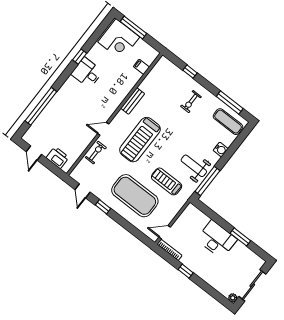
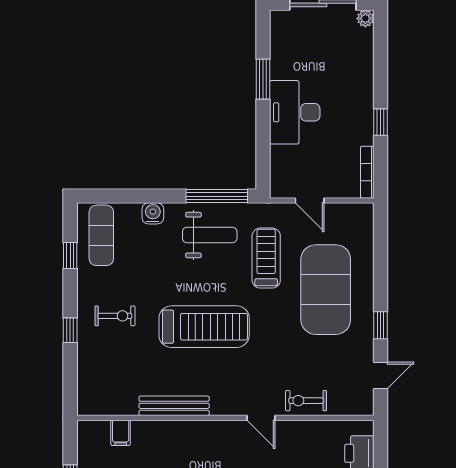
window: (190, 72) -> (70, 330), moved
bench: (133, 101) -> (174, 406), width x1.36
window: (230, 102) -> (70, 255), width x0.46
treadmill: (140, 140) -> (204, 327), moved
weight bench: (194, 166) -> (210, 235), turned -90
treadmill: (167, 181) -> (266, 258), turned 180
door: (165, 232) -> (310, 201), moved

